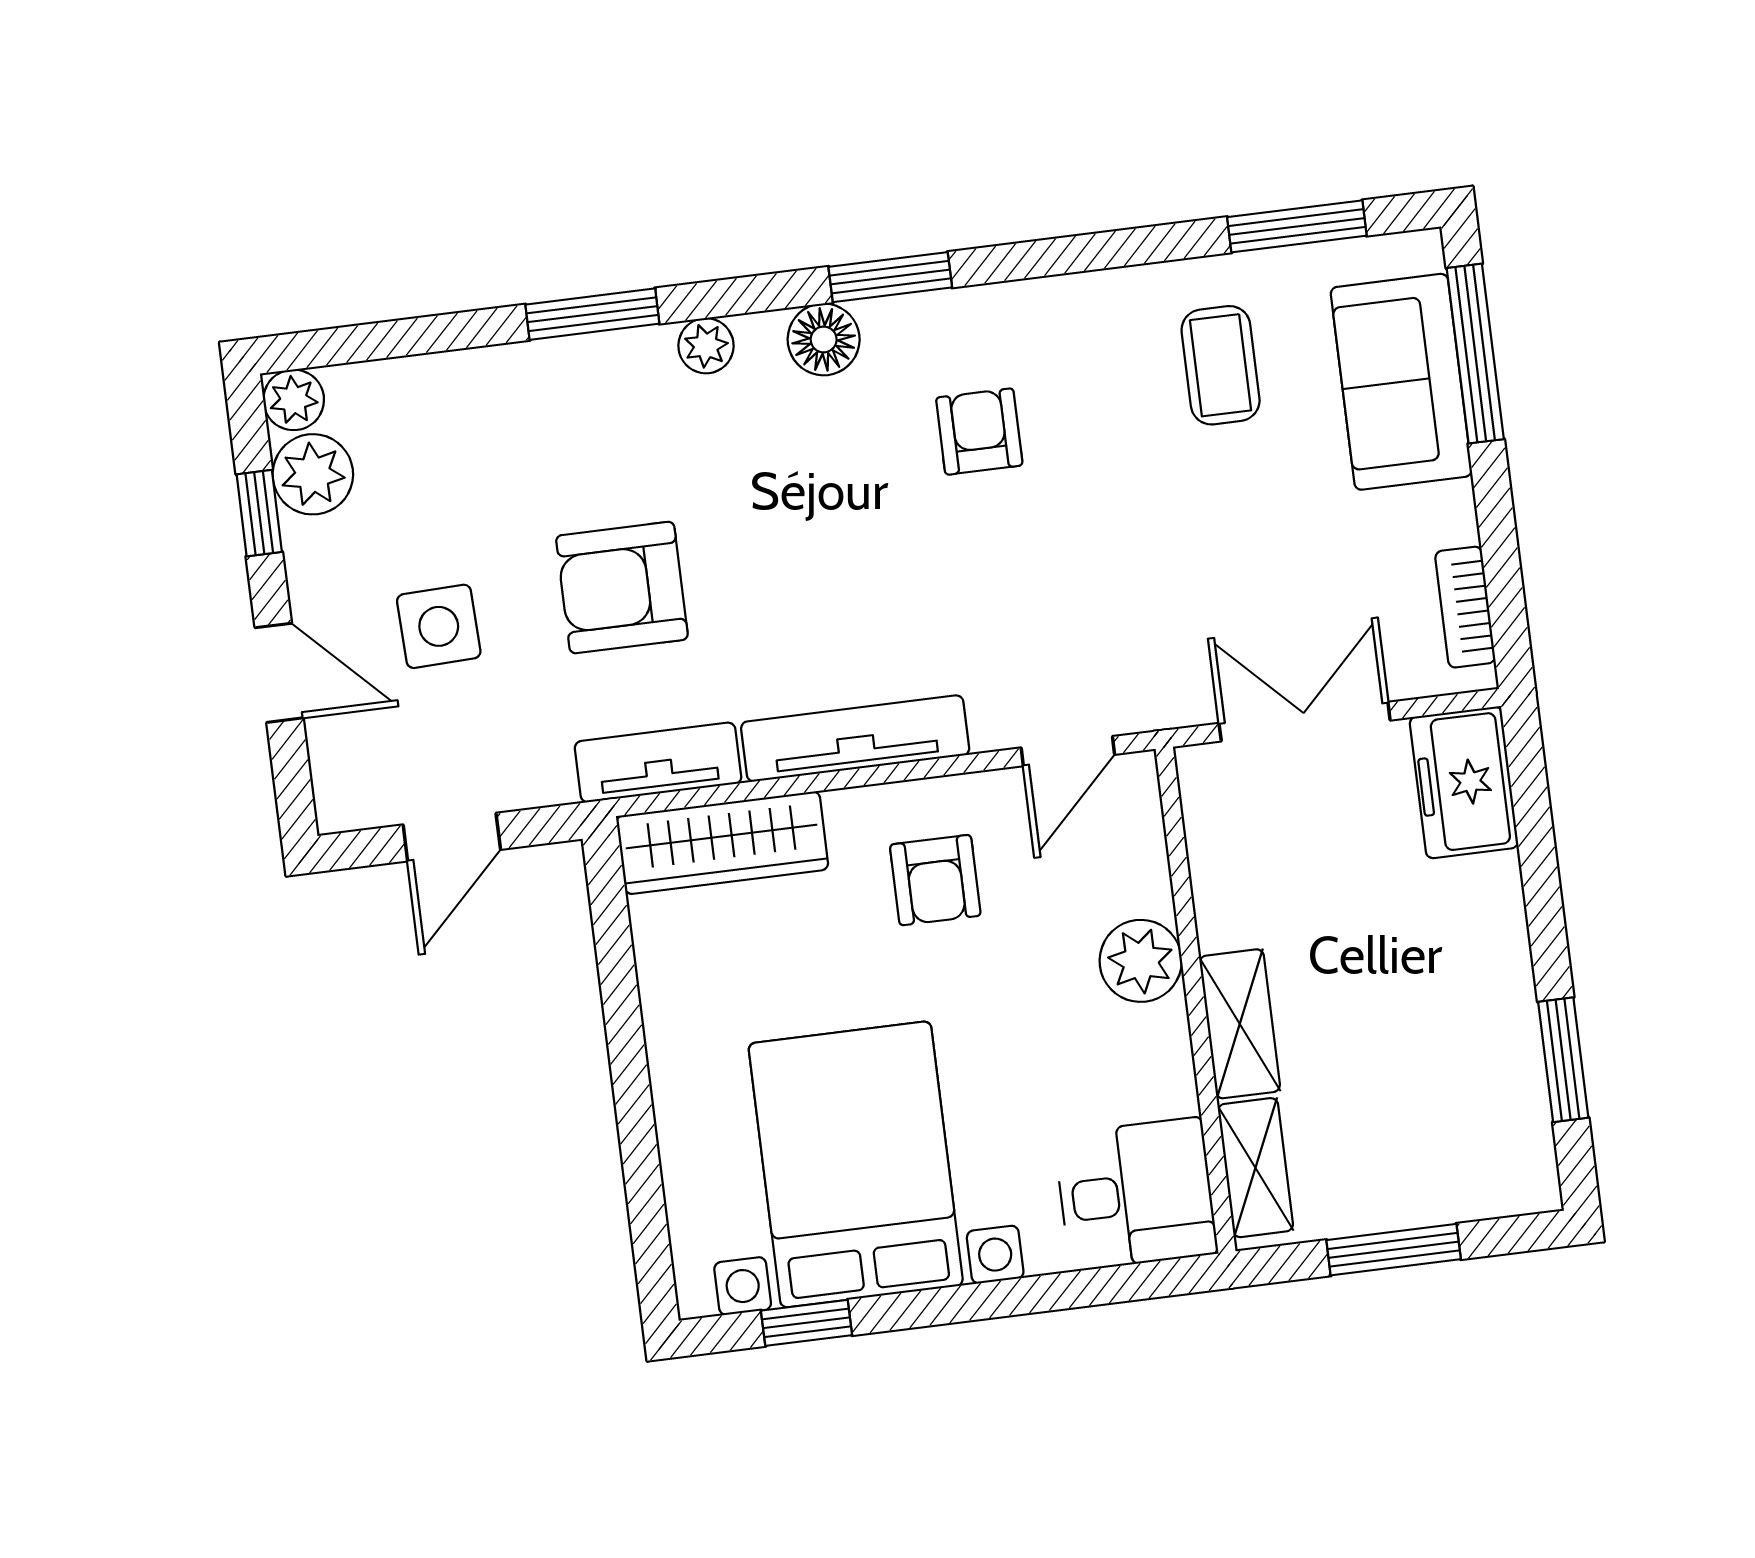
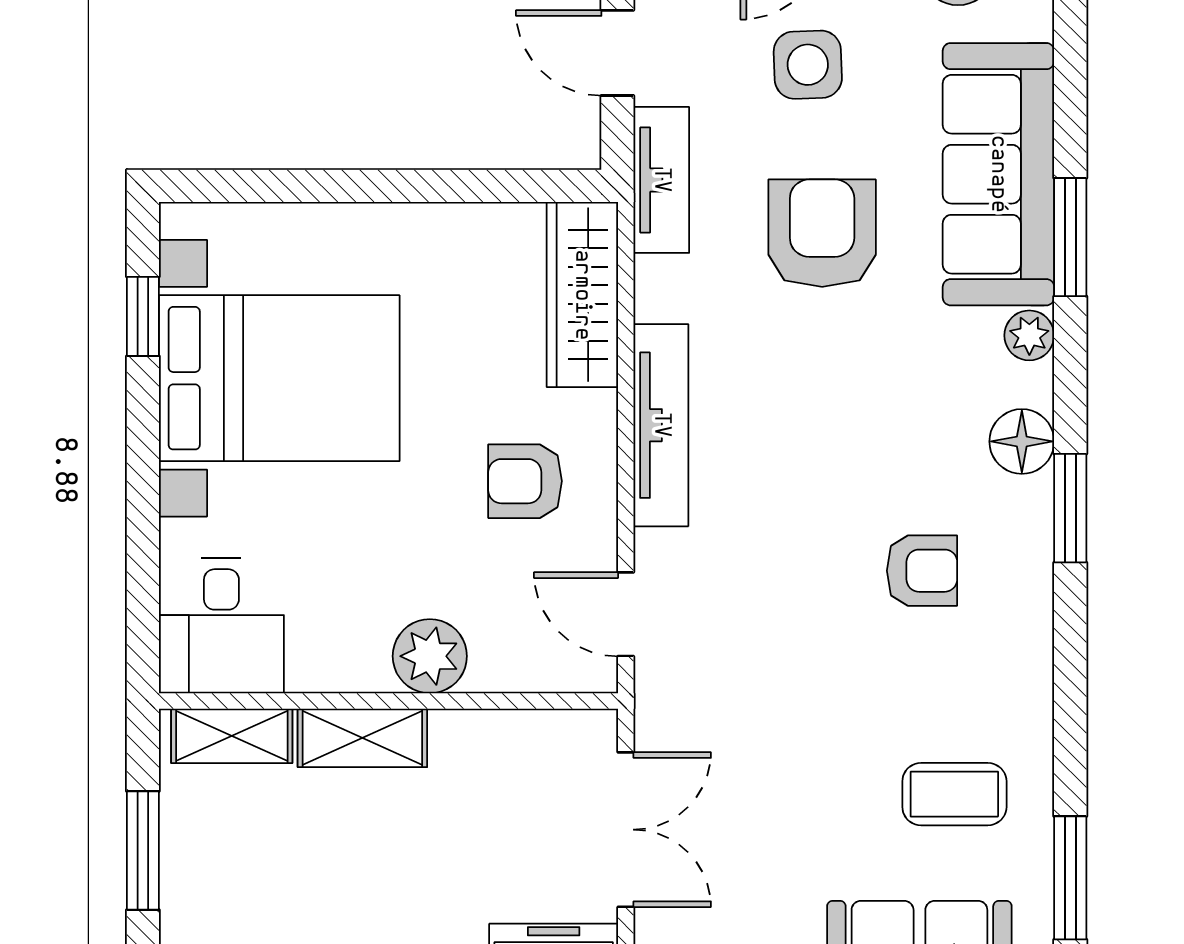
sofa: (533, 402) -> (998, 174), added
tv unit: (658, 762) -> (661, 180), moved

